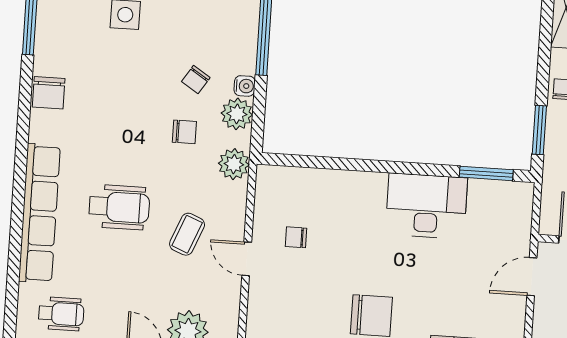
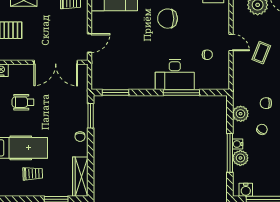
water cooler: (245, 86) -> (238, 144), moved
plant: (234, 164) -> (240, 158), moved
window: (353, 165) -> (181, 93), added
desk: (426, 206) -> (175, 74), moved

